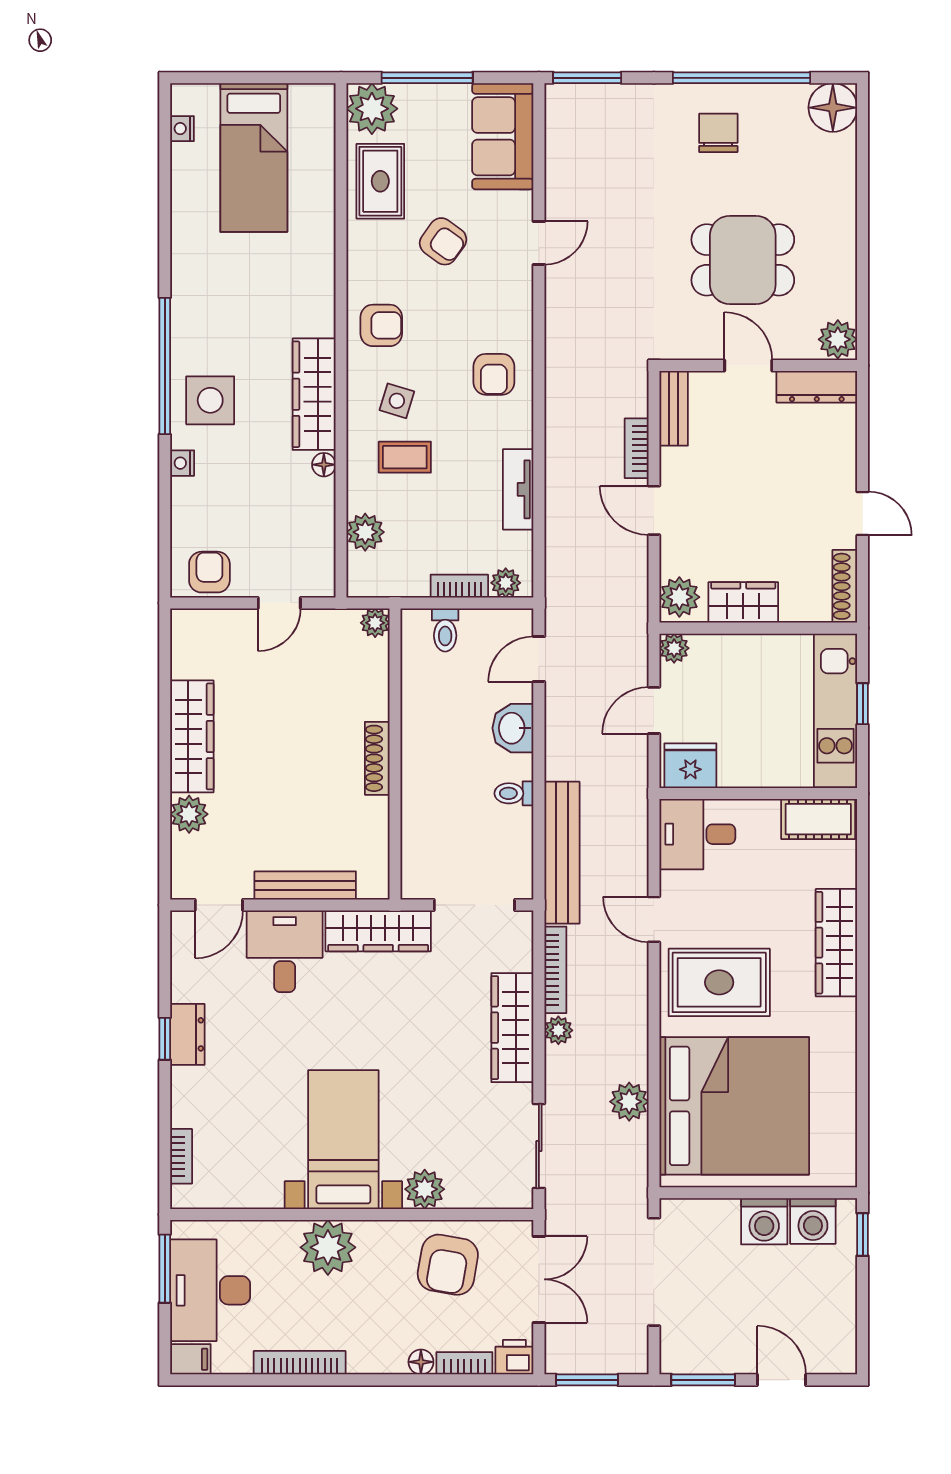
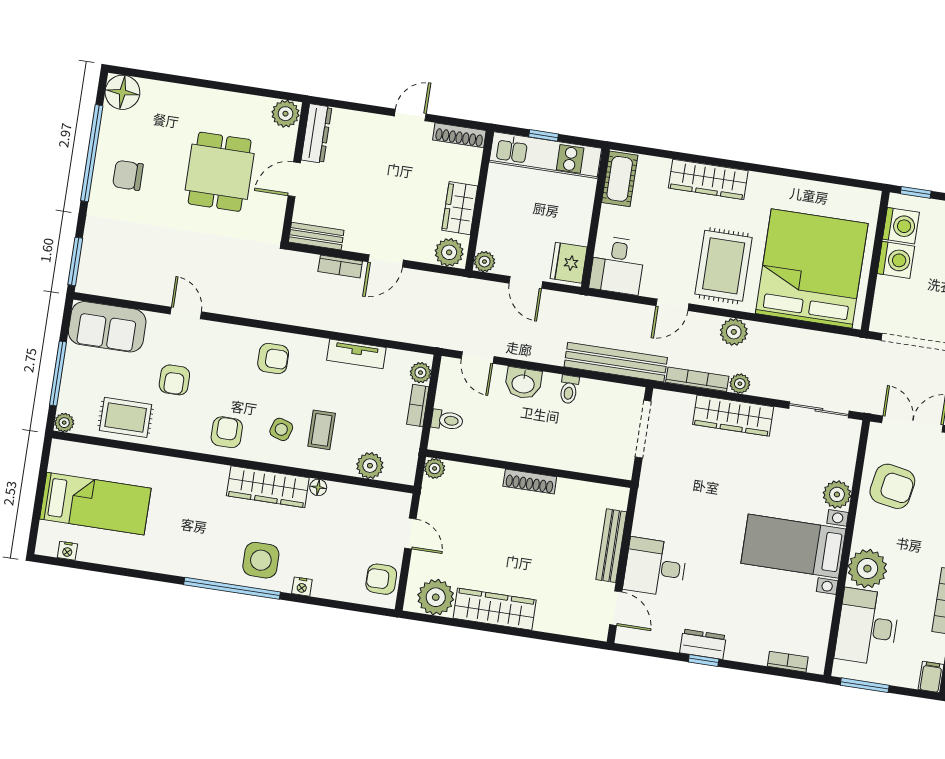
plant: (372, 109) -> (64, 423), width x0.53, depth x0.53
armchair: (443, 241) -> (174, 380), turned 144
plant: (189, 814) -> (436, 597), moved, width x1.36, depth x1.36
wardrobe: (378, 931) -> (651, 499), removed
plant: (629, 1102) -> (734, 332), moved
desk: (210, 1290) -> (867, 627), moved, turned 90

